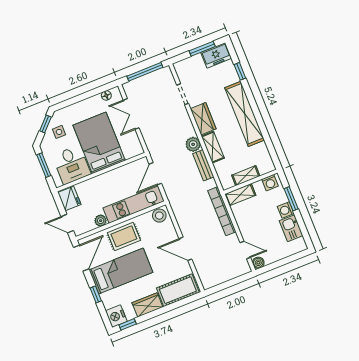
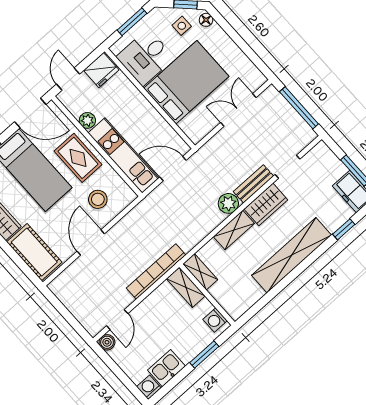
floor lamp: (106, 95) -> (206, 20), moved
bench: (203, 165) -> (253, 184), moved
shelving: (246, 176) -> (200, 272), moved
washing machine: (286, 210) -> (149, 387), moved
stool: (159, 216) -> (98, 199), moved

